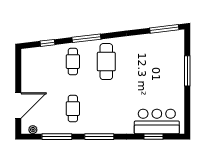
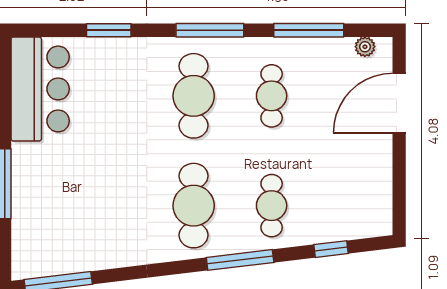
cafe table: (106, 109) -> (194, 96), added
bar counter: (157, 121) -> (40, 89), moved, turned -90
window: (153, 137) -> (109, 30), moved

